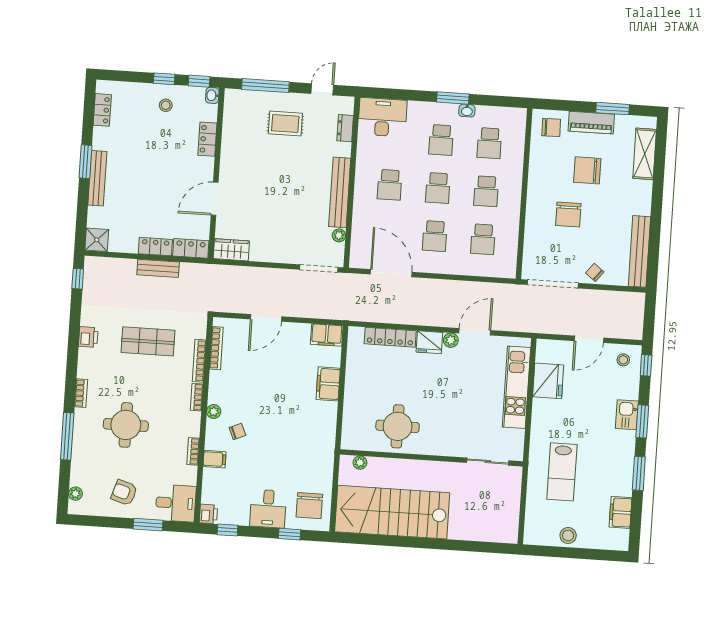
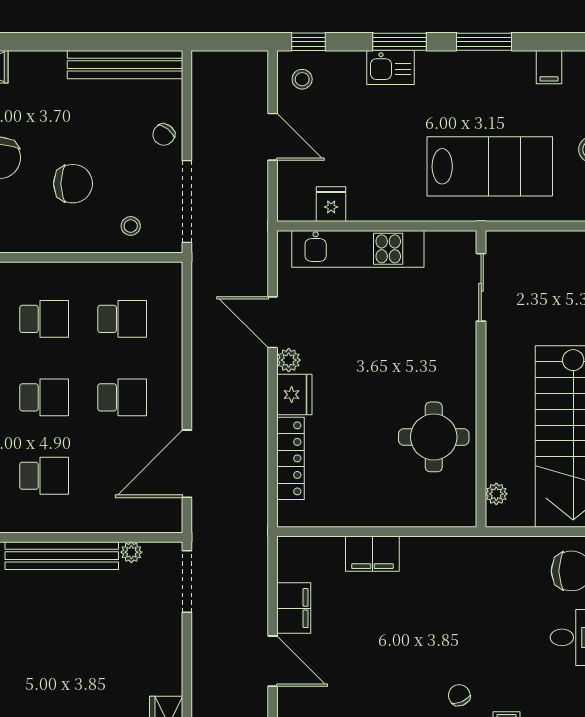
stool: (540, 248) -> (131, 226), added
filing cabinet: (327, 335) -> (294, 608), moved
fridge: (548, 381) -> (331, 204), width x0.53, depth x0.75
lab bench: (562, 472) -> (490, 166), width x1.36, depth x1.39
filing cabinet: (621, 512) -> (549, 67), width x0.50

